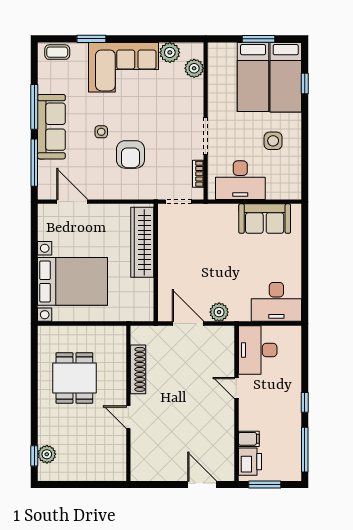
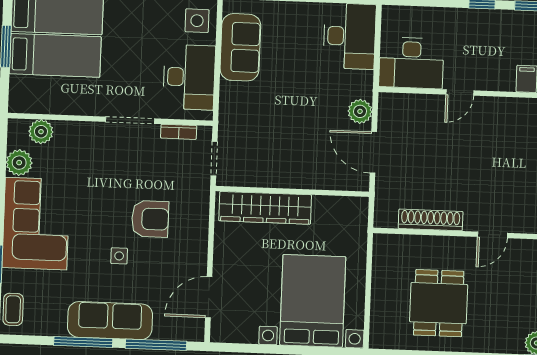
side table: (273, 141) -> (197, 21), moved
door: (188, 324) -> (373, 152), hinge flipped
dining table: (74, 378) -> (439, 303), turned 90

